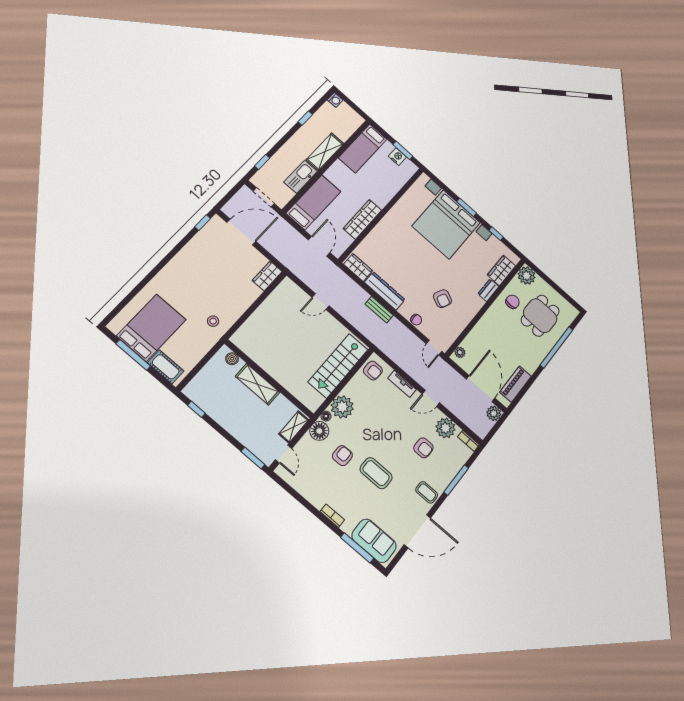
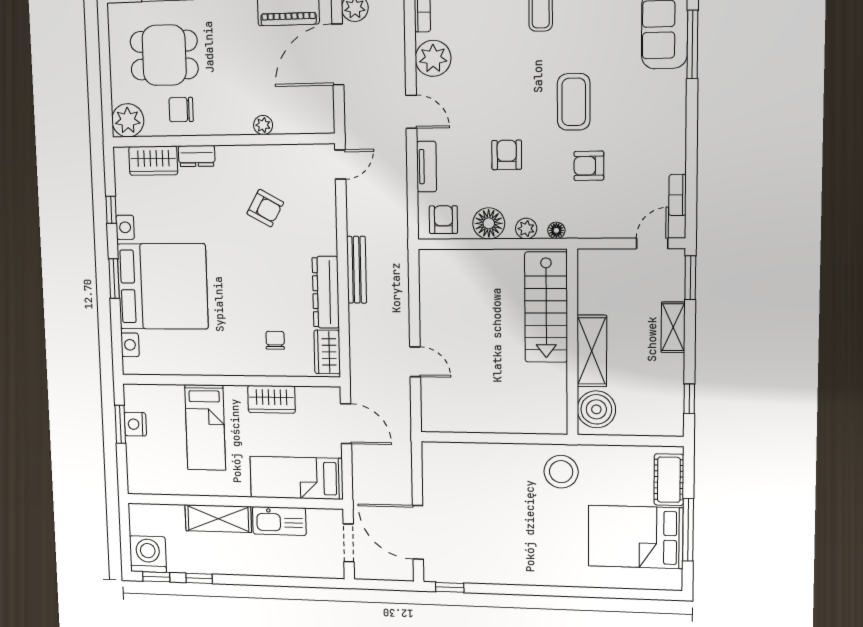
washing machine: (335, 100) -> (148, 554), width x1.89, depth x1.89
bed: (363, 148) -> (205, 427), moved, turned 90
window: (262, 162) -> (156, 577), moved
wardrobe: (362, 219) -> (271, 399), width x0.67
door: (319, 246) -> (346, 424), swing flipped
wardrobe: (267, 276) -> (444, 455), removed
armchair: (442, 299) -> (265, 208), turned 94
bench: (379, 310) -> (357, 270), width x1.36
chair: (416, 320) -> (275, 340), moved
stool: (213, 321) -> (561, 472), width x1.89, depth x1.89
plant: (460, 352) -> (263, 125), moved
boiler: (232, 359) -> (596, 409), width x1.86, depth x1.86
stairs: (338, 366) -> (546, 307), moved, turned 90
plant: (342, 407) -> (526, 229), width x0.53, depth x0.53
shelving: (294, 427) -> (673, 327), moved, turned 90
floor lamp: (319, 431) -> (489, 223), moved
armchair: (423, 448) -> (507, 155), moved
bookcase: (332, 516) -> (677, 195), moved

